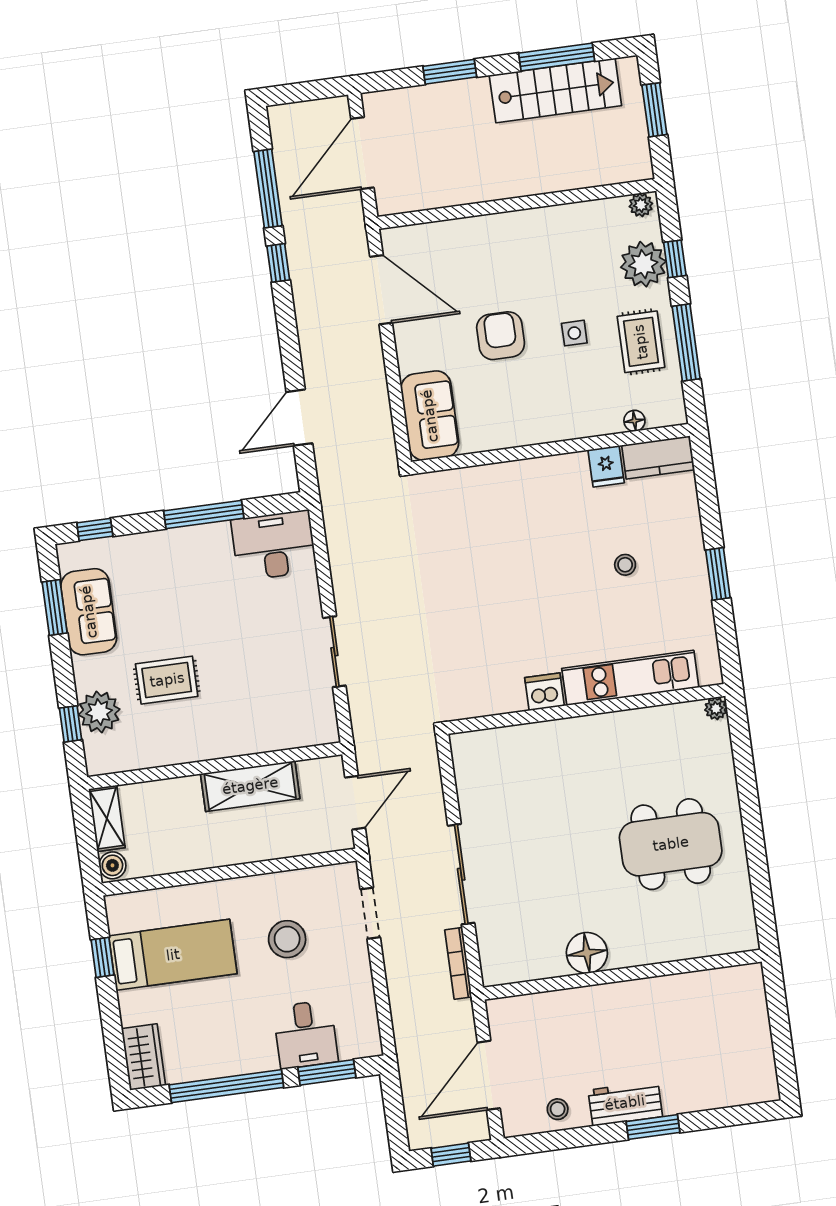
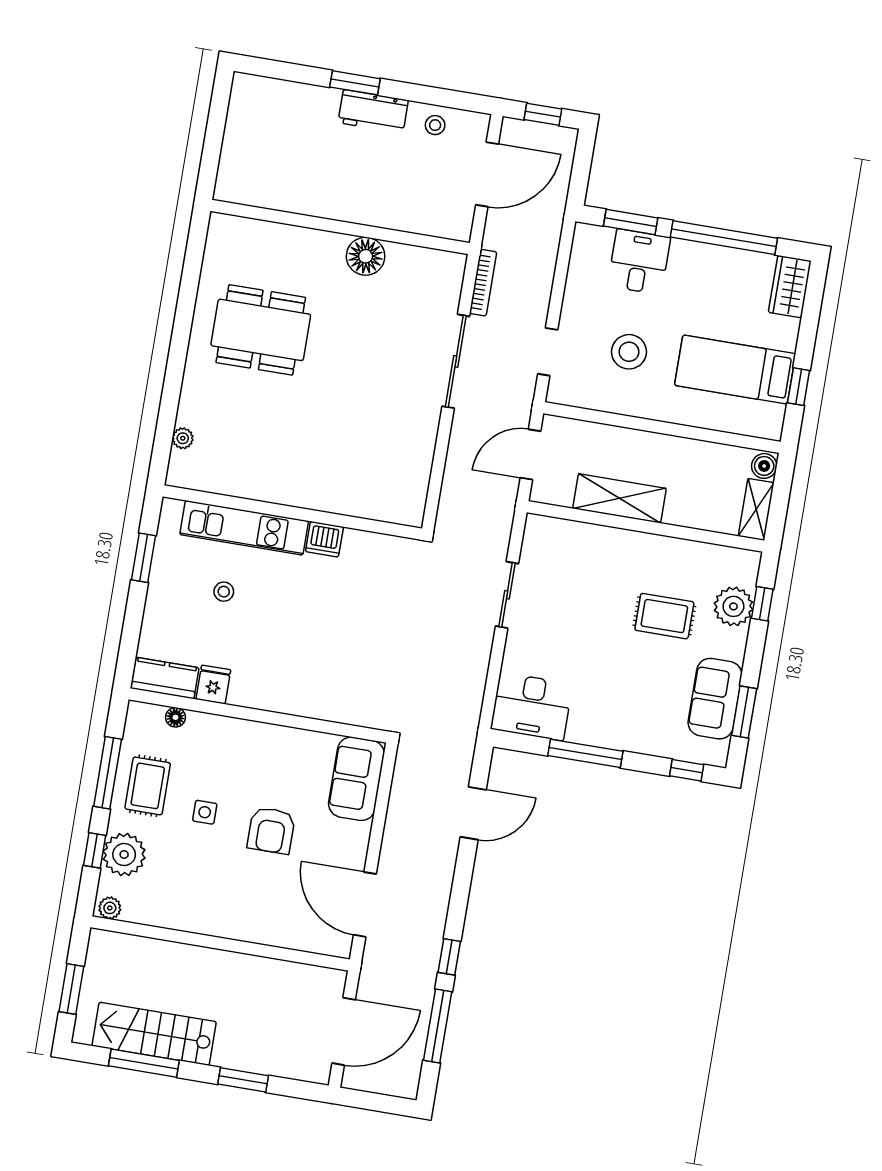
kitchen unit: (630, 678) -> (244, 528), moved
dishwasher: (544, 692) -> (324, 539), moved
wall: (586, 709) -> (292, 512), moved

